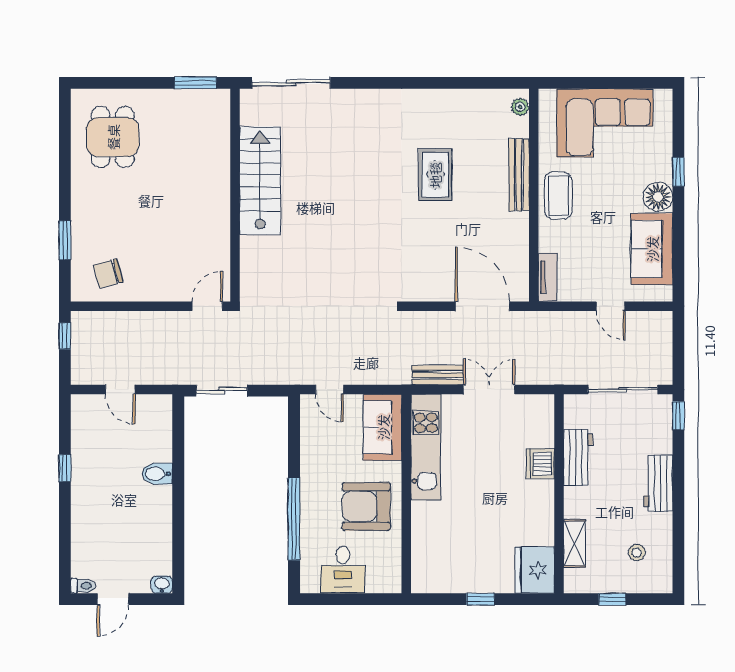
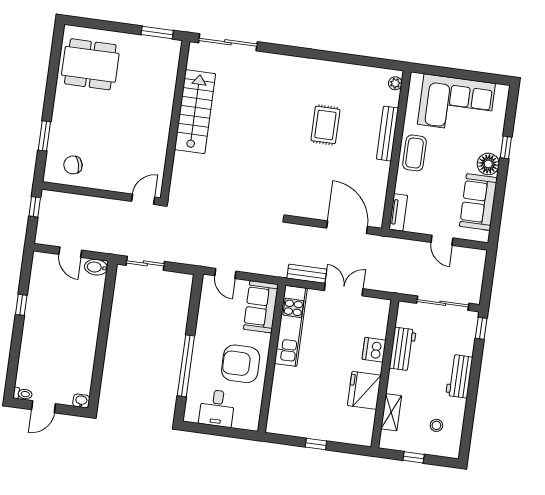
dining table: (113, 137) -> (90, 64), width x1.37
bidet: (157, 474) -> (96, 267), moved
fridge: (535, 570) -> (364, 390), moved

